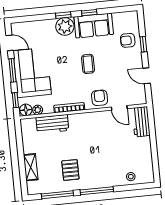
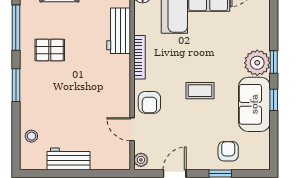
armchair: (100, 98) -> (149, 102), turned 90
door: (119, 108) -> (132, 129), hinge flipped
plant: (38, 110) -> (141, 160), moved
workbench: (141, 122) -> (69, 159), moved
window: (97, 191) -> (16, 85), width x0.69

